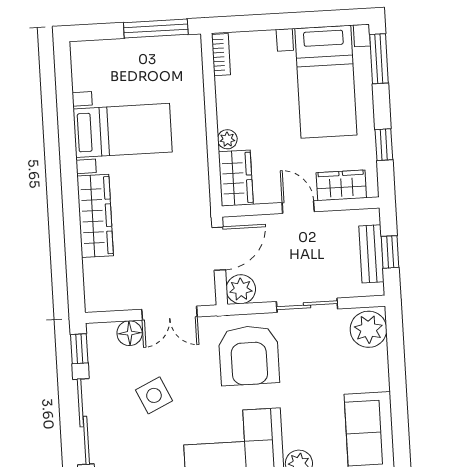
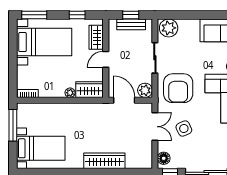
bed with nightstands: (123, 130) -> (41, 148), moved, turned 90
floor lamp: (130, 333) -> (164, 158), moved
armchair: (249, 355) -> (178, 88), turned 90
side table: (154, 395) -> (184, 129), moved

